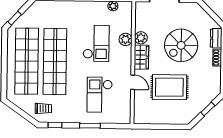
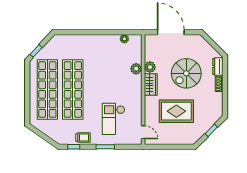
checkout: (96, 43) -> (110, 73), removed
door: (133, 82) -> (143, 132), moved
trolley: (43, 108) -> (83, 138), moved

